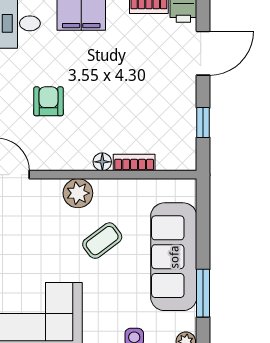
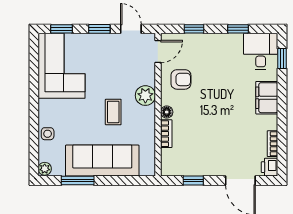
armchair: (48, 101) -> (181, 79), moved
coffee table: (102, 241) -> (113, 112), turned 37

